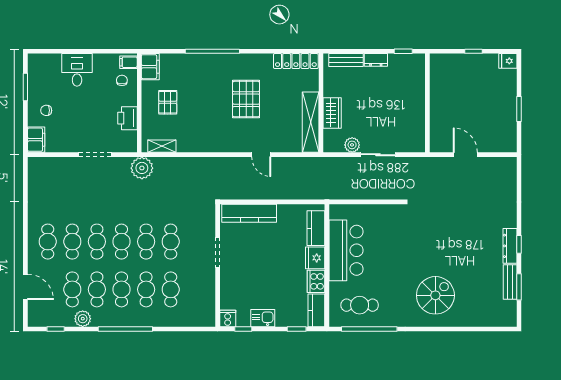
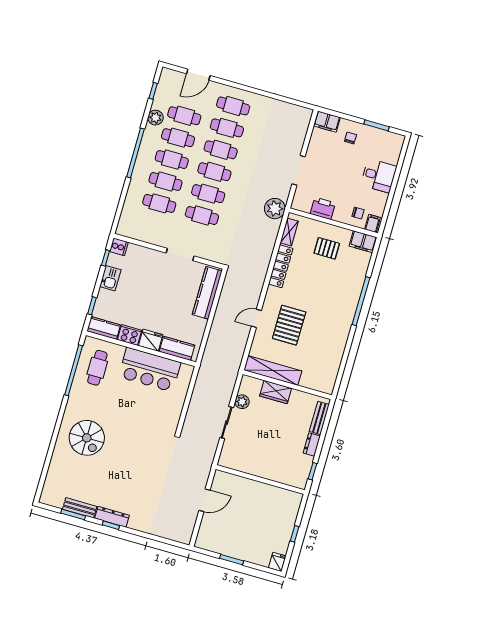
locker: (296, 61) -> (281, 266), moved, turned 180
pallet: (246, 99) -> (289, 325), moved, turned 90

